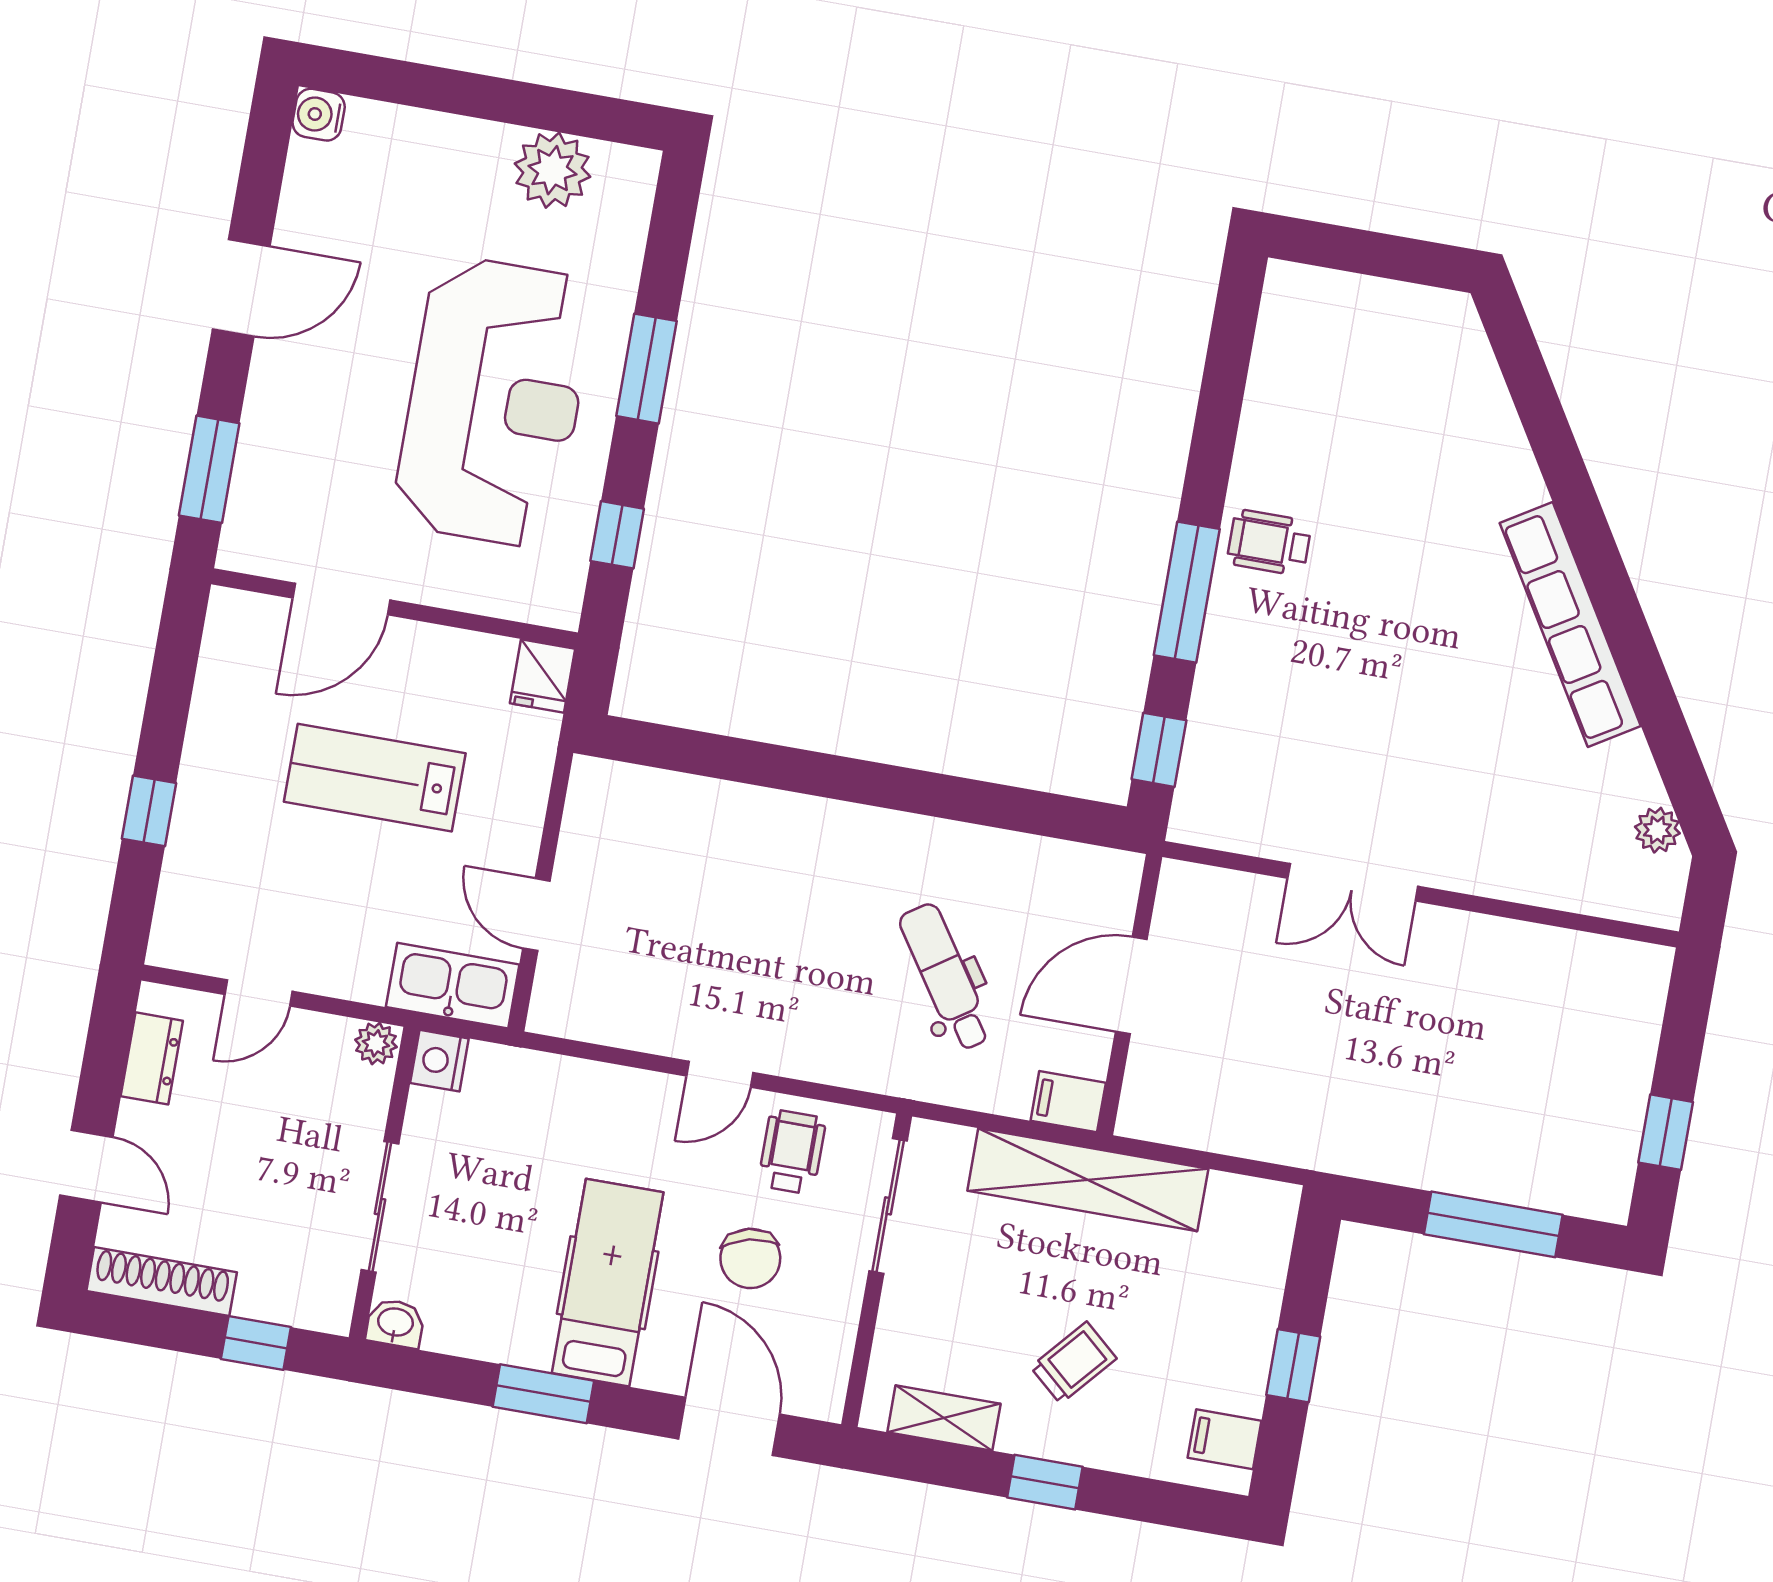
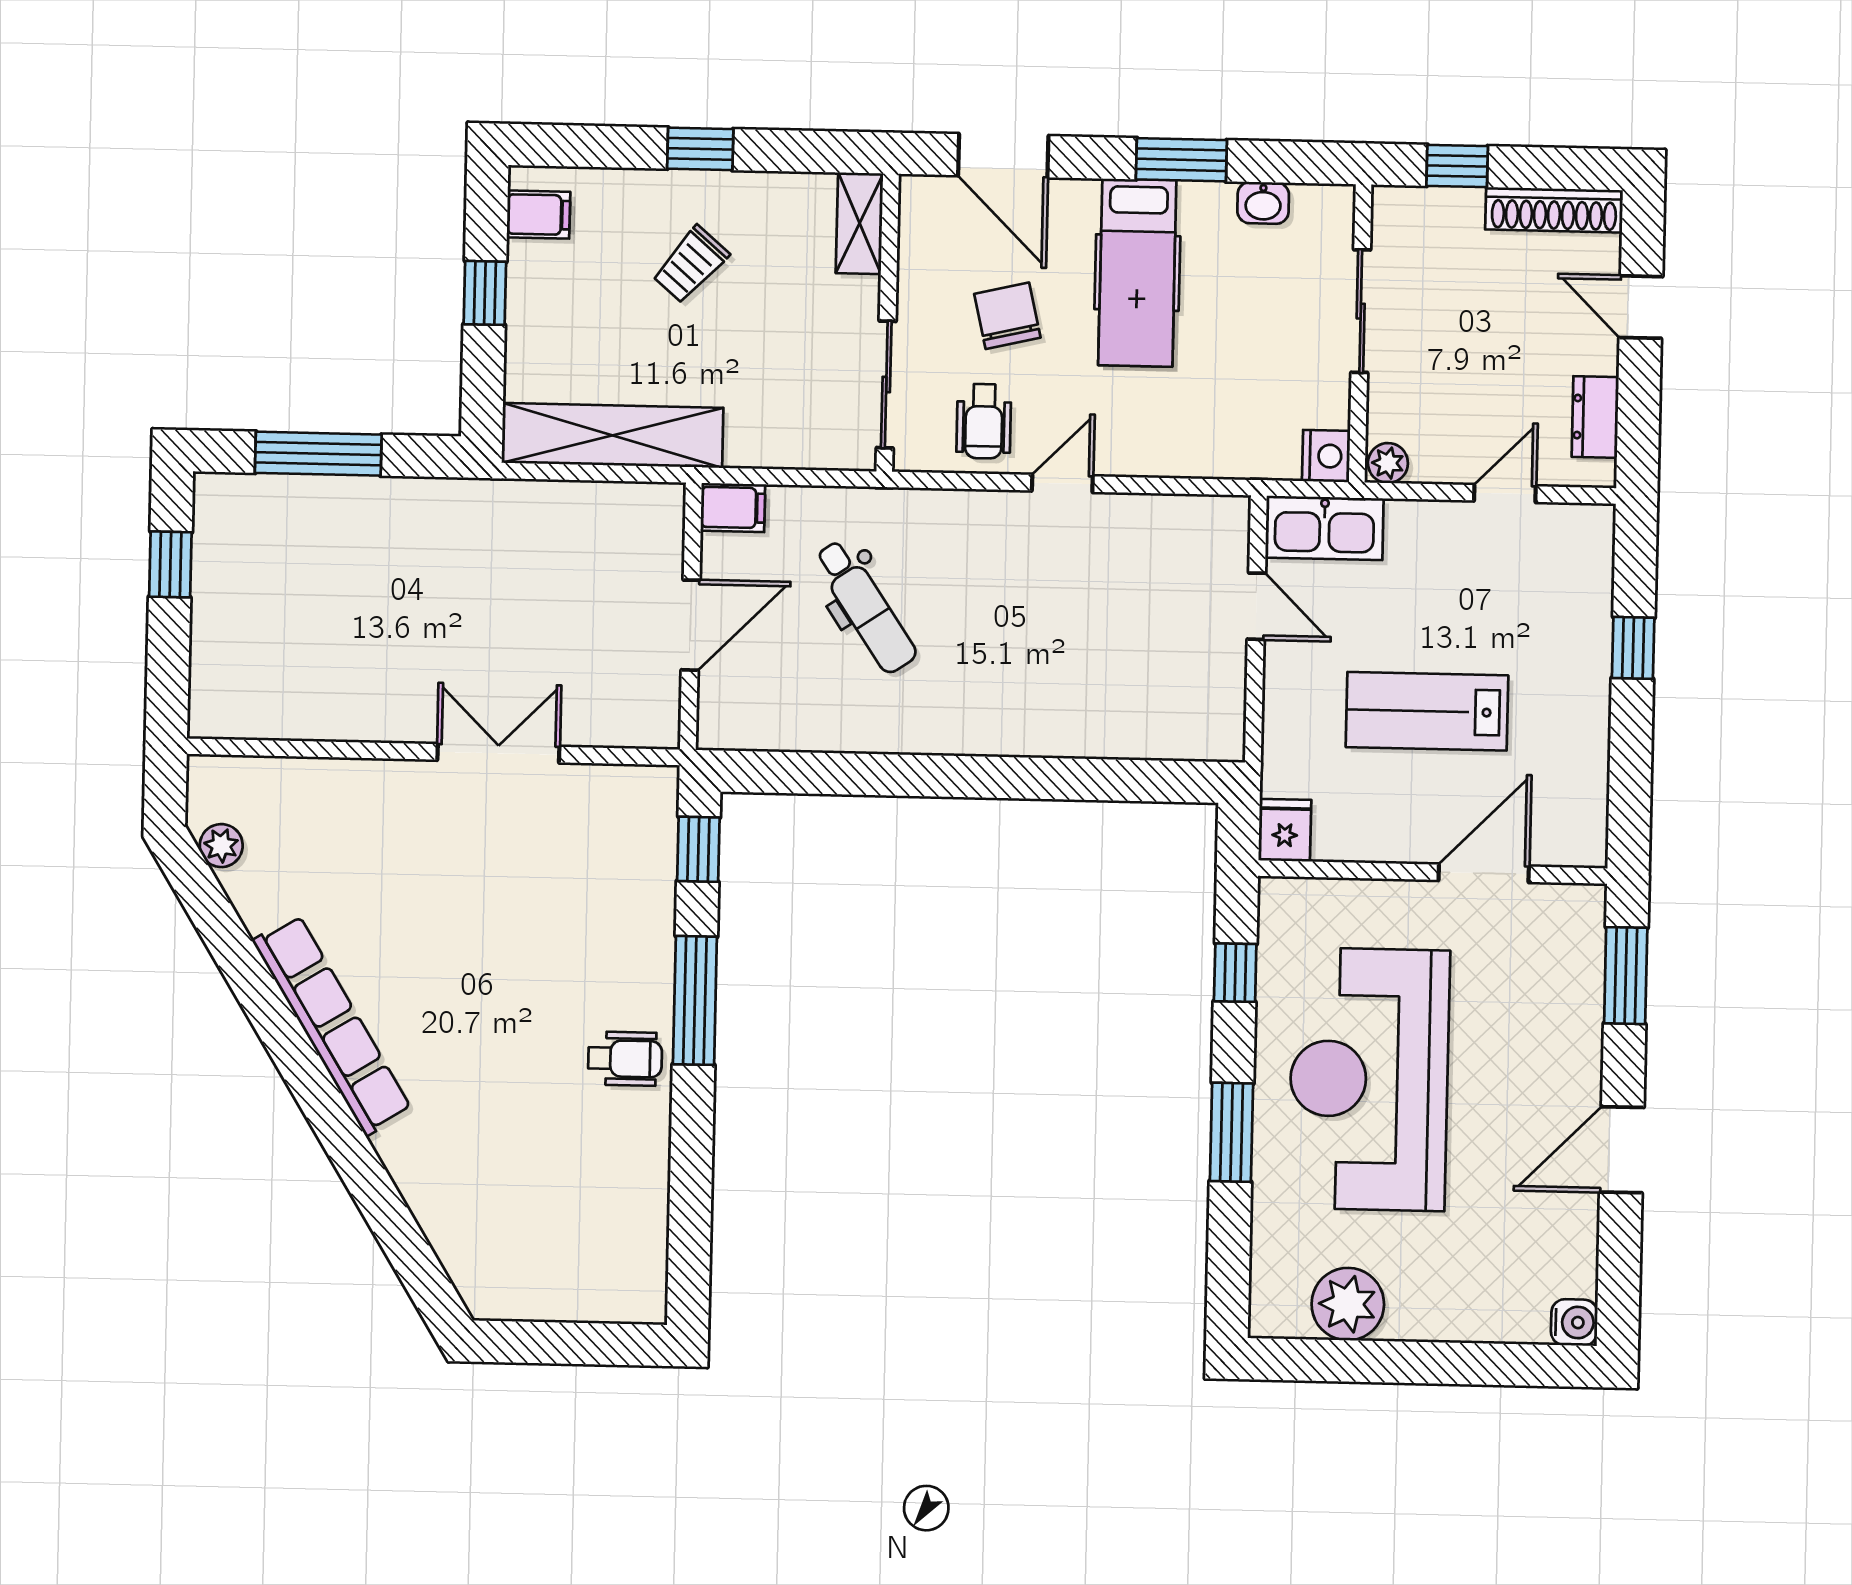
lab bench: (375, 778) -> (1427, 711), turned 180
shelving: (1088, 1180) -> (612, 435), moved
washbasin: (395, 1323) -> (1263, 203), moved
shelving: (944, 1418) -> (860, 223), moved, turned 90

